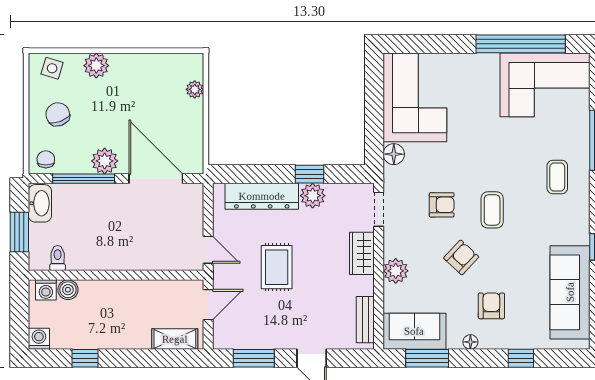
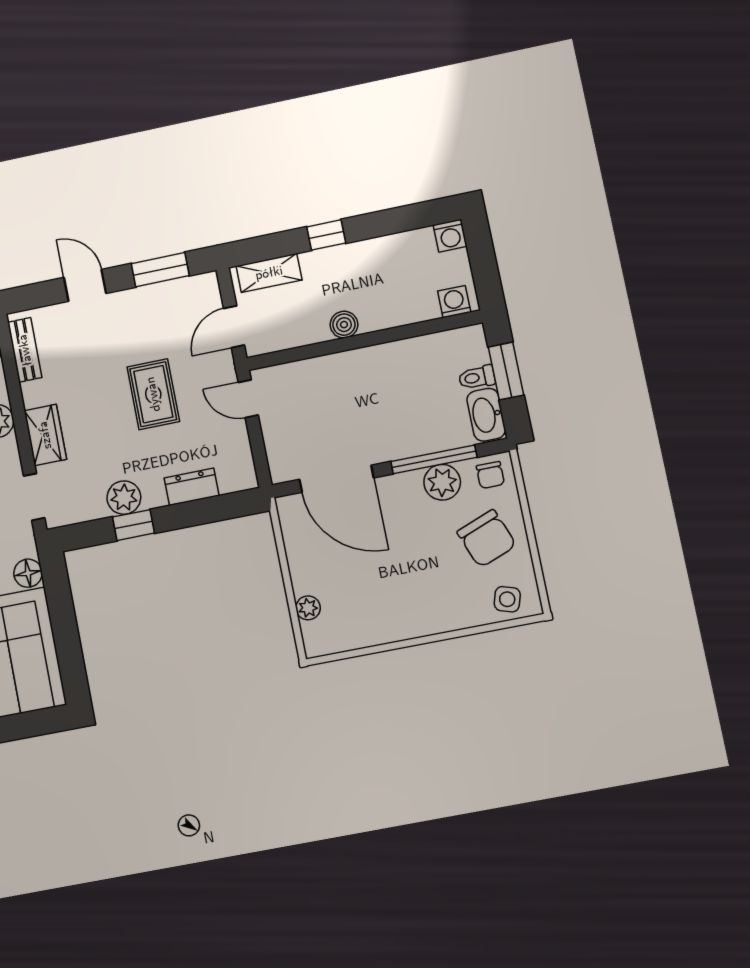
plant: (96, 66) -> (448, 615), removed
chair: (58, 114) -> (487, 539), width x1.37, depth x1.37
plant: (105, 161) -> (442, 482), moved
dresser: (262, 196) -> (192, 487), width x0.51, depth x0.80
toilet: (58, 258) -> (477, 377), moved, turned 90
boiler: (68, 290) -> (344, 325), moved
window: (85, 358) -> (326, 235), moved

